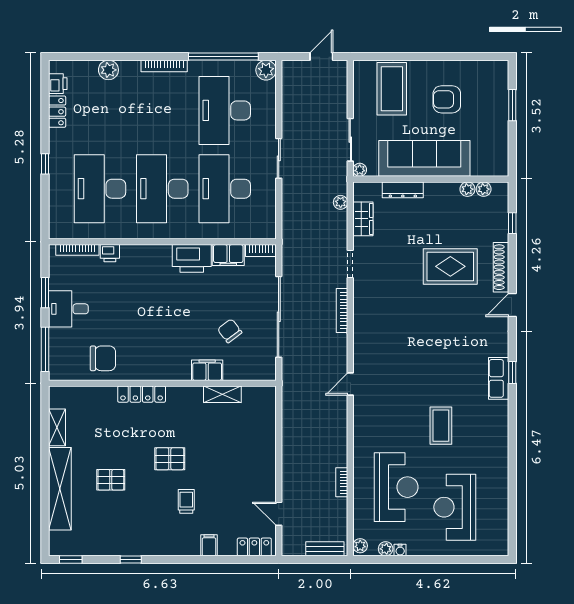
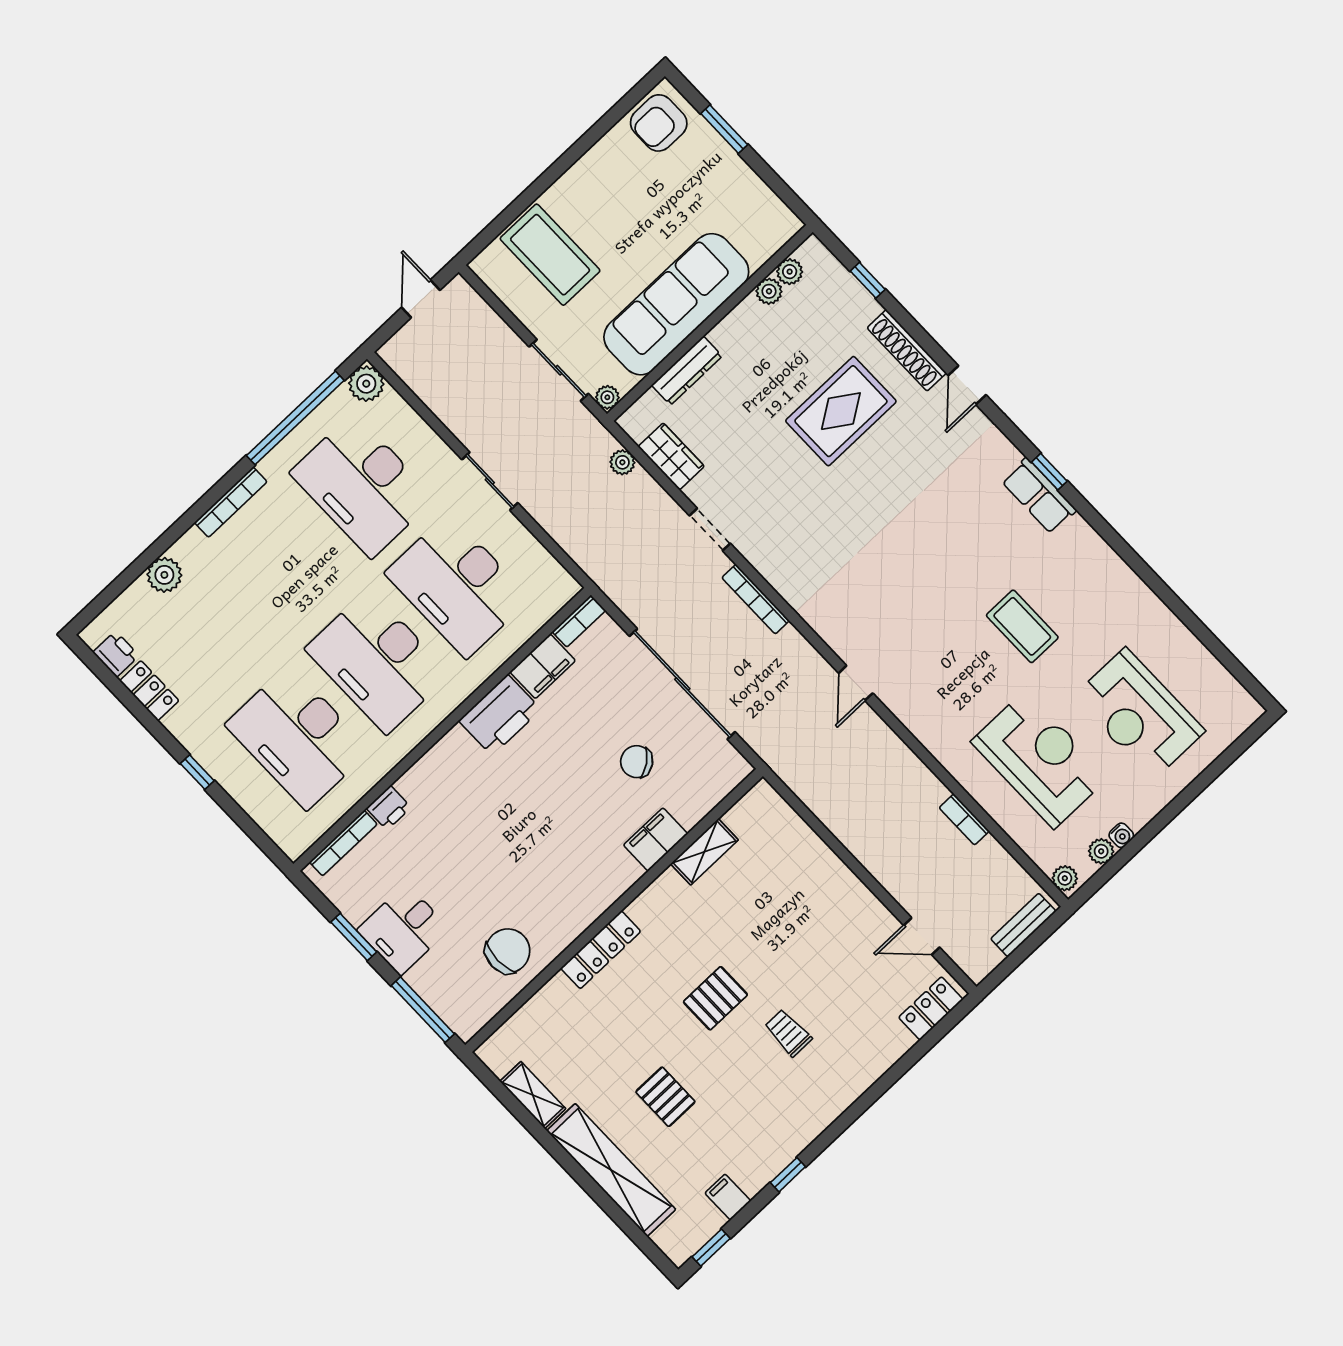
armchair: (447, 99) -> (659, 123), moved
pallet: (111, 480) -> (665, 1097), turned 90
filing cabinet: (209, 545) -> (728, 1197), moved

